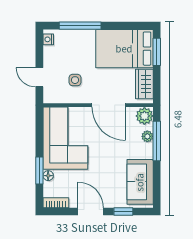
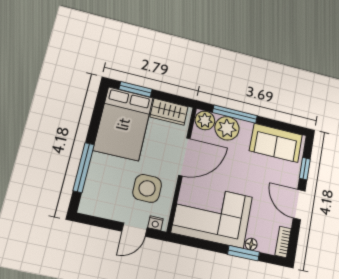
nightstand: (48, 39) -> (155, 223), moved
side table: (75, 80) -> (147, 188), width x1.87, depth x1.87
plant: (147, 136) -> (227, 128), width x1.88, depth x1.88
door: (91, 212) -> (299, 205), hinge flipped

